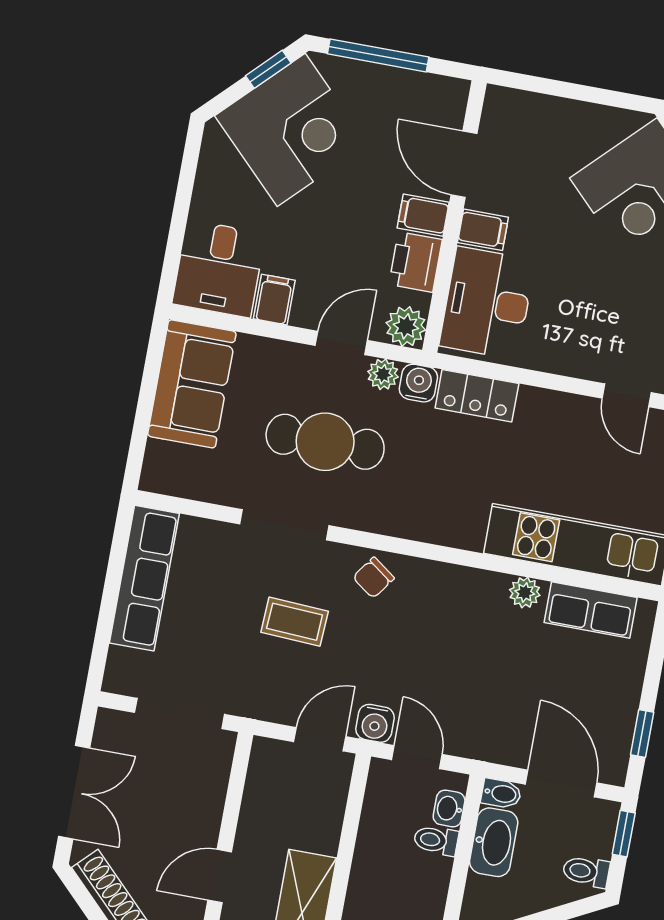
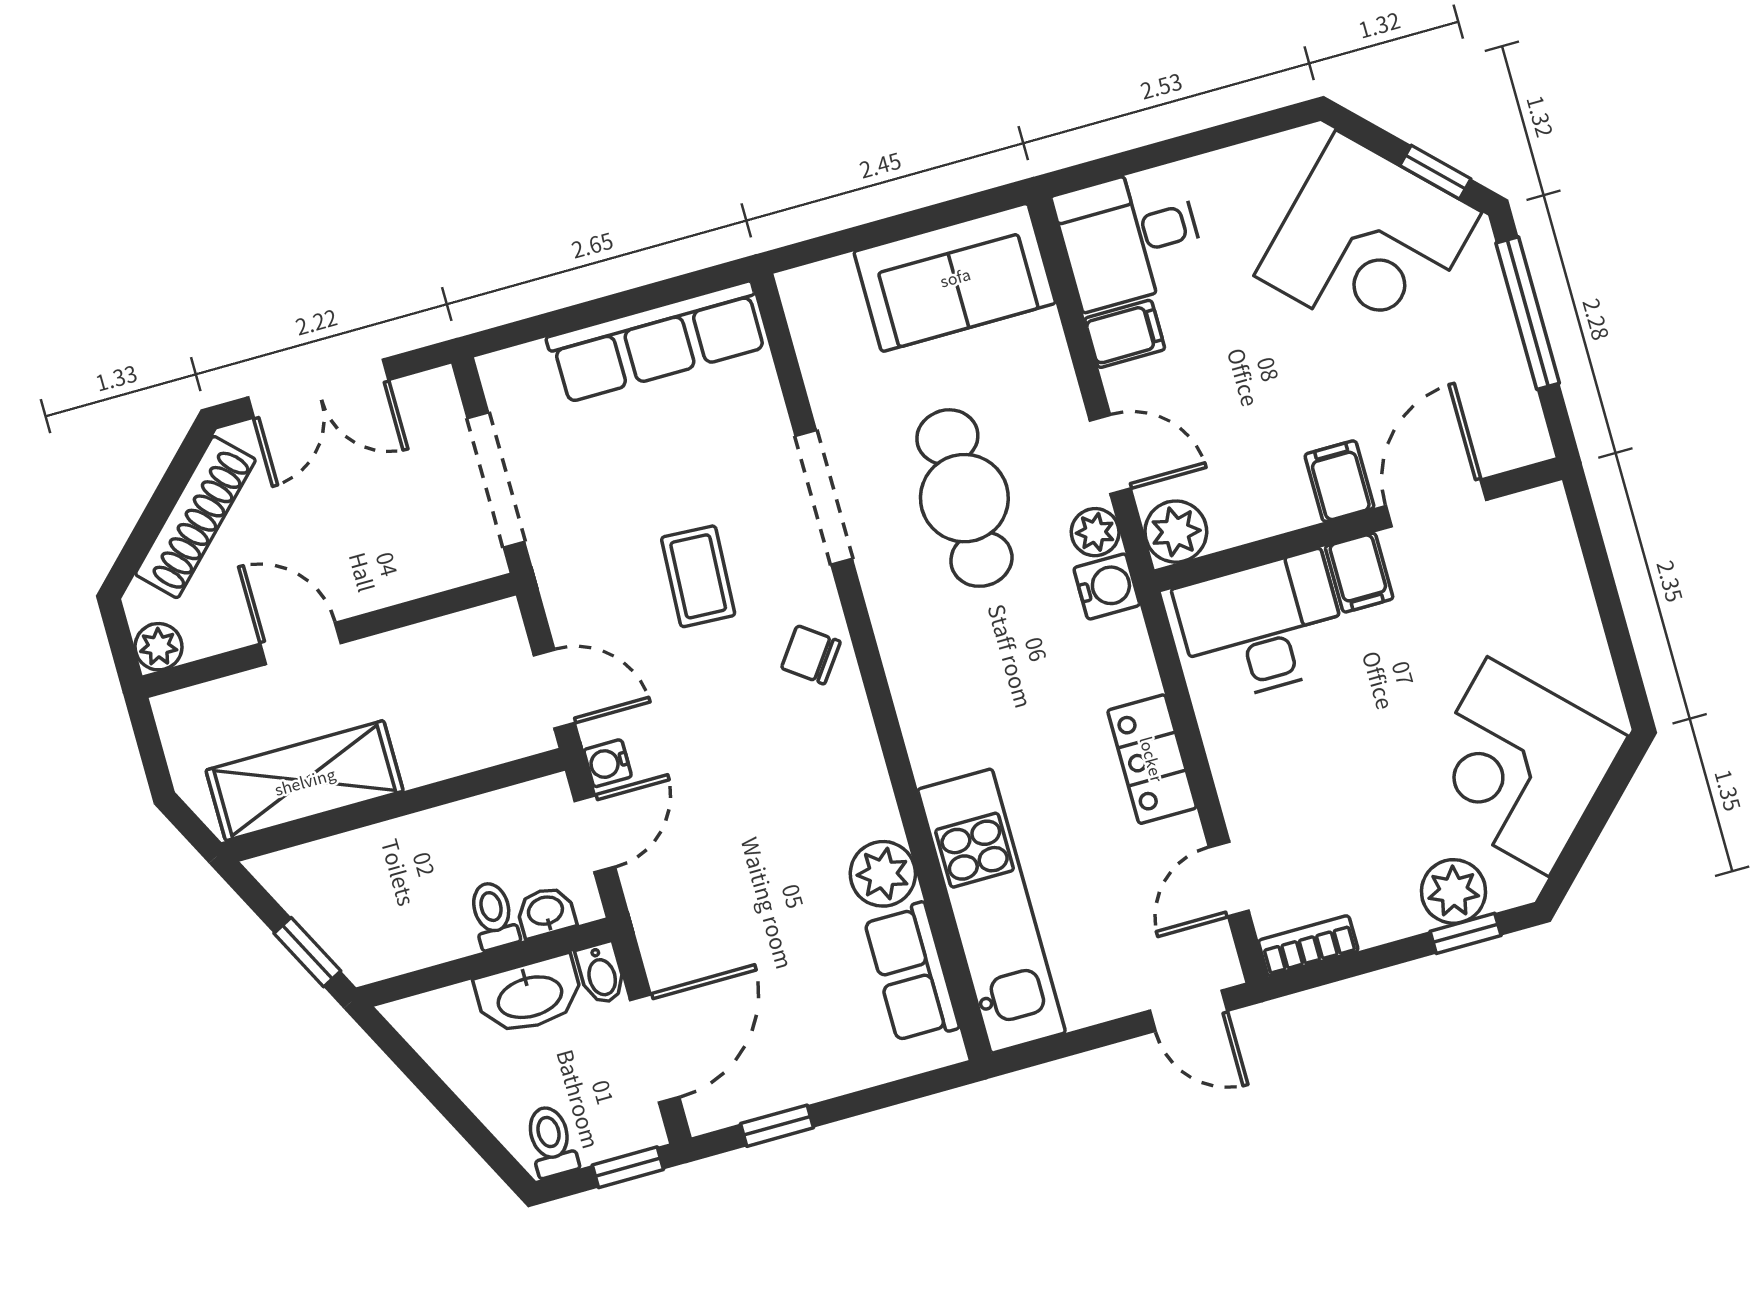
printer: (416, 262) -> (1270, 502), removed
locker: (477, 396) -> (1152, 759), moved
plant: (525, 593) -> (883, 874), width x1.38, depth x1.38
water cooler: (375, 723) -> (608, 763), width x0.72, depth x0.72

